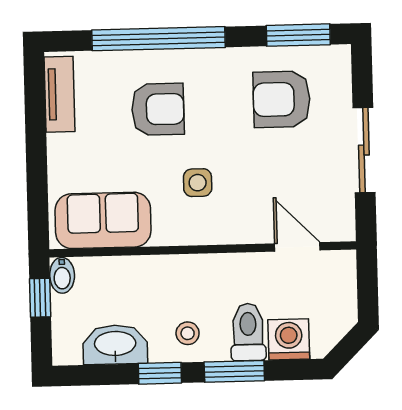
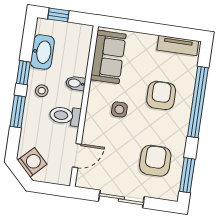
armchair: (158, 109) -> (161, 95), turned 180
bidet: (62, 275) -> (76, 83), moved
window: (40, 298) -> (58, 15), moved
toilet: (248, 332) -> (65, 116), moved, turned 180
washing machine: (289, 339) -> (32, 162), moved, turned -45

